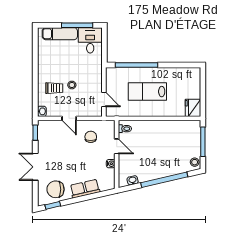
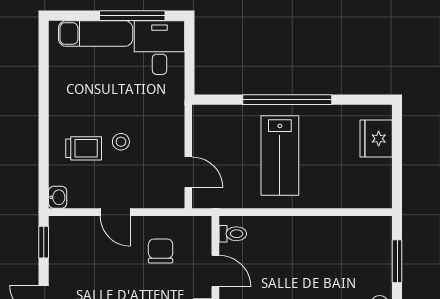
window: (137, 65) -> (287, 100), moved
lab bench: (147, 92) -> (280, 156), turned -90
fridge: (193, 108) -> (376, 139), moved
window: (203, 142) -> (397, 261), width x0.69

